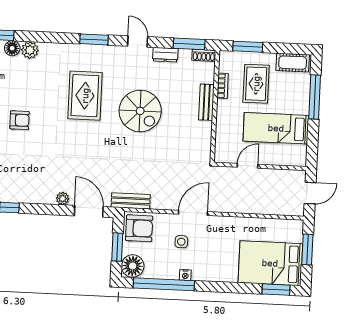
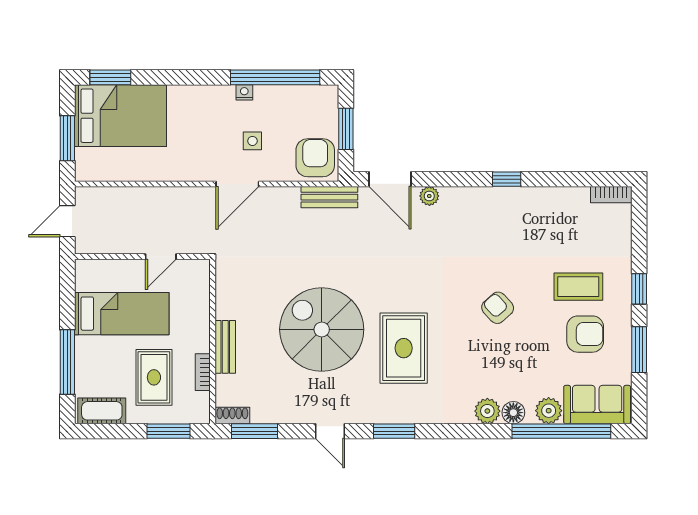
dresser: (165, 55) -> (289, 414), removed
spiral stairs: (140, 111) -> (322, 329), width x1.37, depth x1.37
armchair: (20, 120) -> (498, 308), turned 48
armchair: (139, 228) -> (315, 158), turned 90
floor lamp: (133, 266) -> (322, 102), removed

